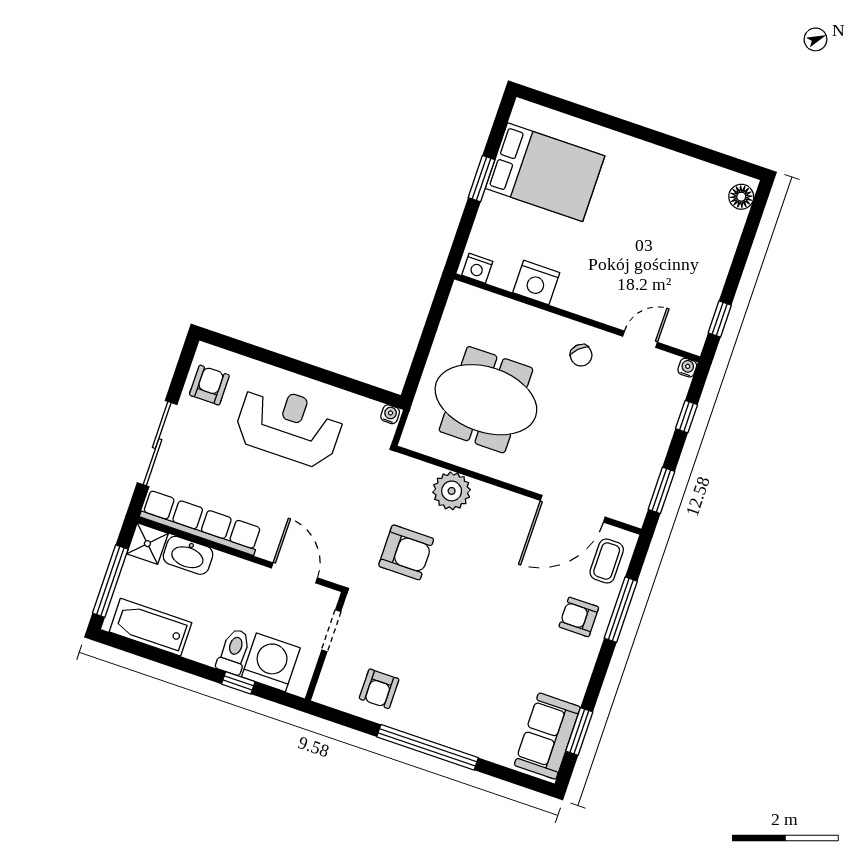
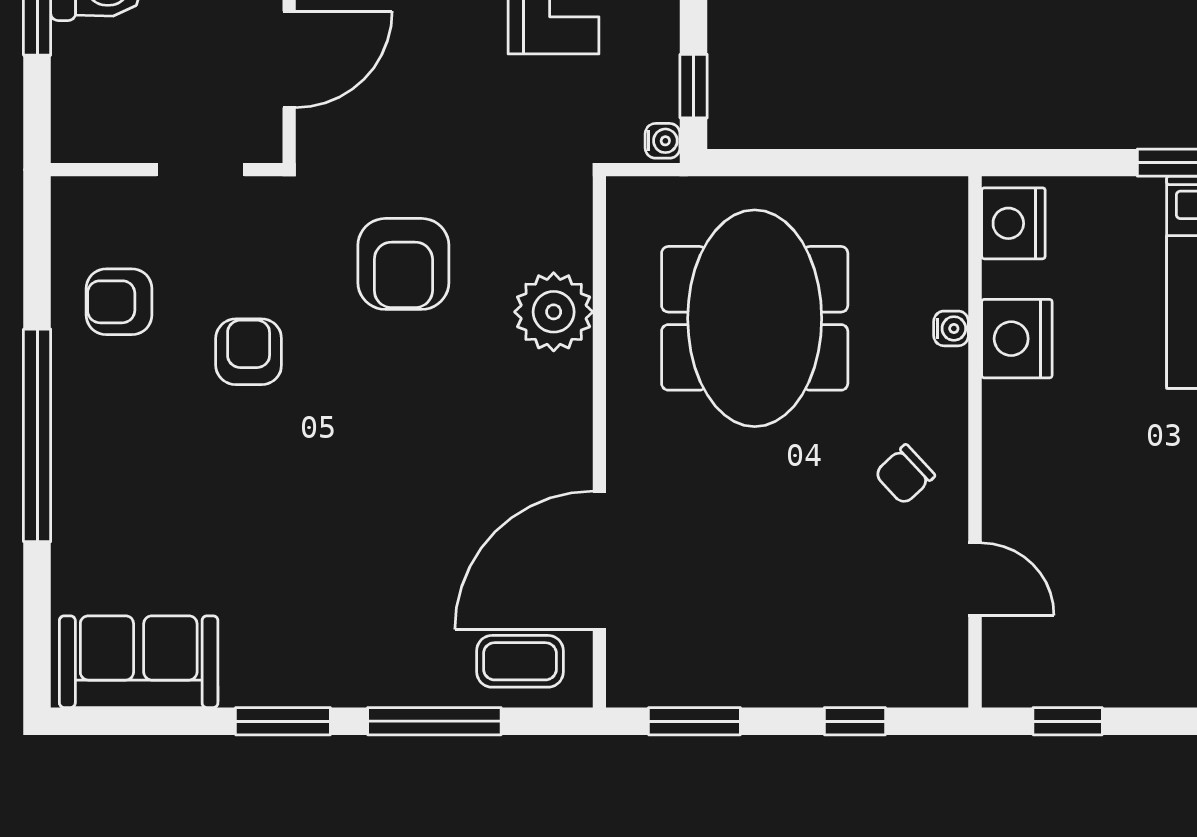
nightstand: (477, 268) -> (1013, 223), width x1.36, depth x1.33
water cooler: (687, 368) -> (951, 328), moved
window: (370, 391) -> (694, 86), added
door: (573, 509) -> (599, 560), hinge flipped
armchair: (579, 617) -> (249, 352), moved
washing machine: (271, 662) -> (99, 73), removed
window: (579, 732) -> (283, 721), moved

